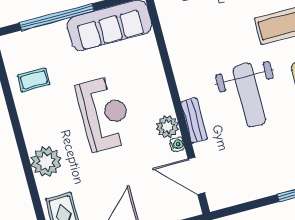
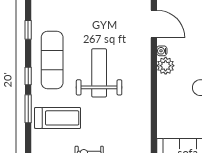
bench: (194, 121) -> (145, 65), removed

